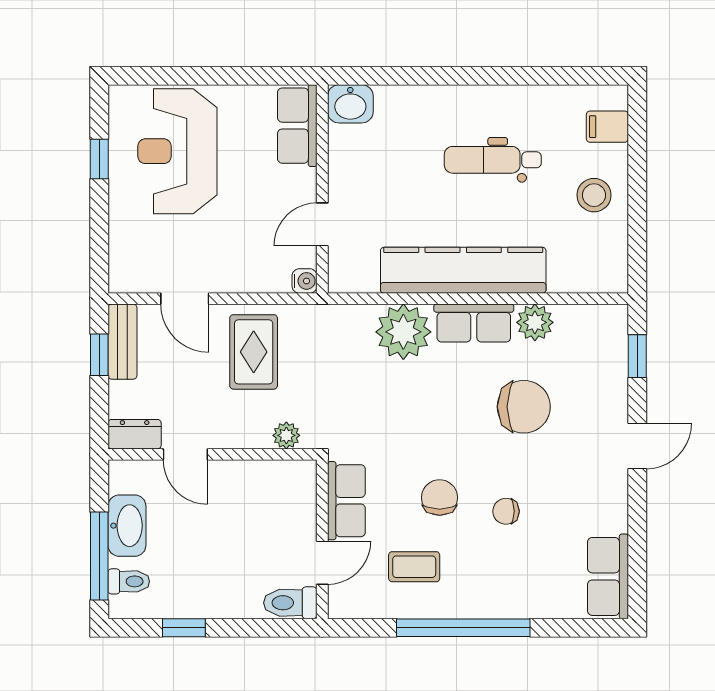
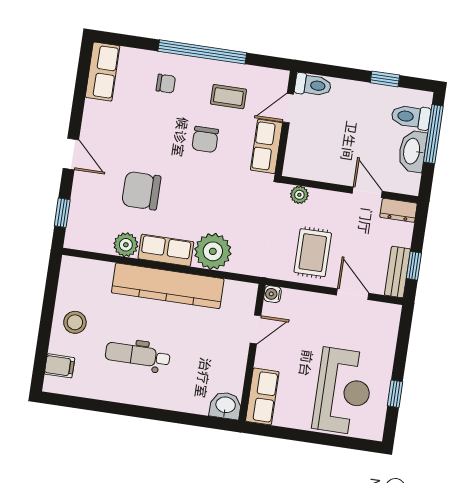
dental chair: (493, 160) -> (138, 355), turned 180
door: (637, 446) -> (71, 154), swing flipped
chair: (506, 511) -> (166, 84), moved
toilet: (129, 581) -> (411, 117), width x1.37, depth x1.39

